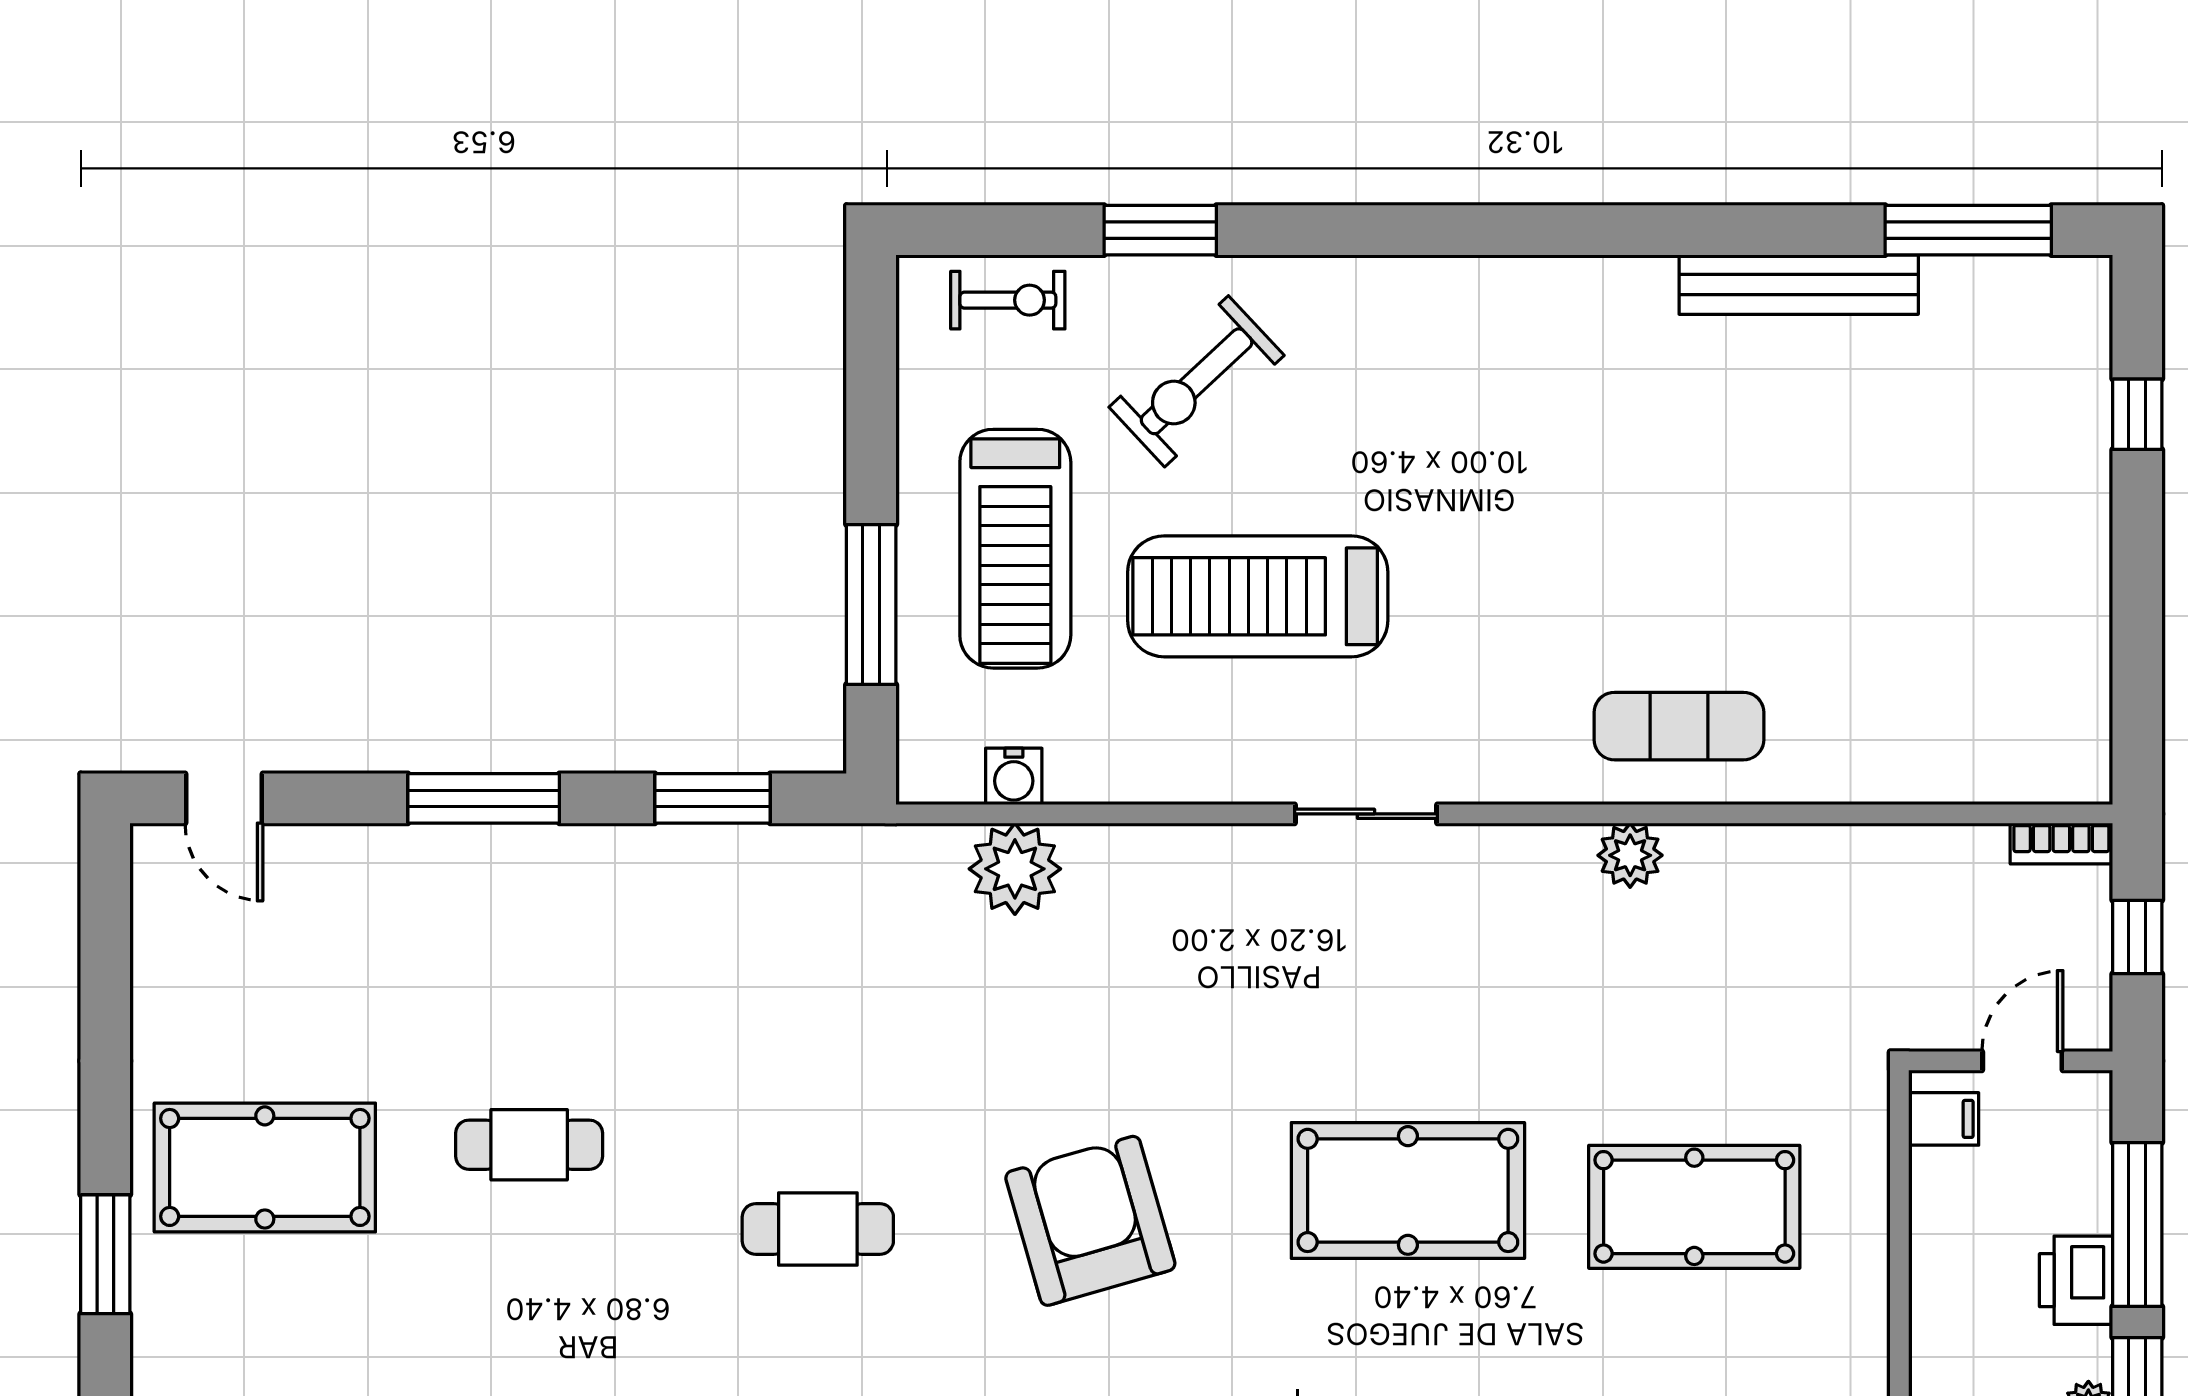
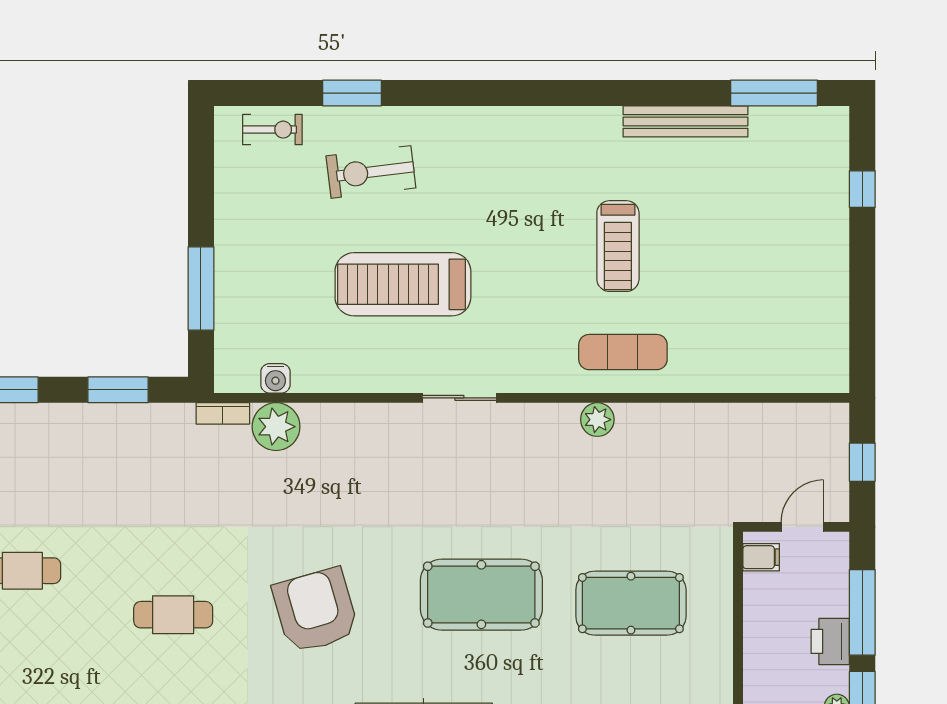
exercise bike: (1197, 381) -> (371, 172), turned 36
treadmill: (1015, 549) -> (618, 246), moved, width x0.73, depth x0.73
bookcase: (2061, 844) -> (223, 413), moved

